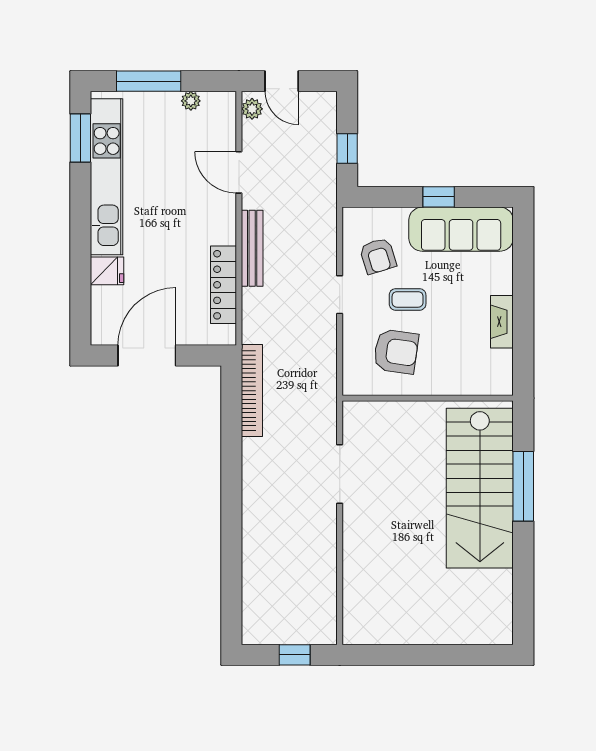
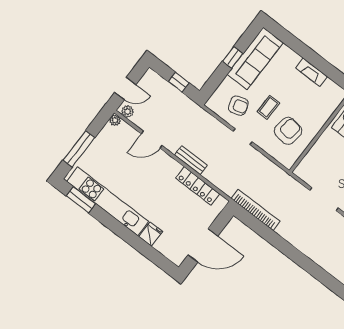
plant: (191, 101) -> (115, 120), moved
bench: (252, 248) -> (191, 160), width x0.73
door: (147, 355) -> (203, 245), swing flipped

